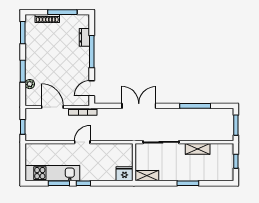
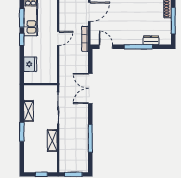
double door: (139, 106) -> (90, 88), swing flipped
door: (82, 142) -> (58, 38), hinge flipped
fridge: (124, 174) -> (30, 64), moved
shelving: (147, 176) -> (29, 111), moved

